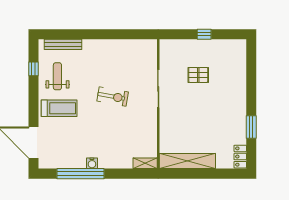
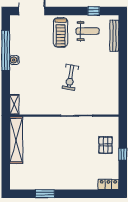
pallet: (198, 75) -> (105, 145), moved
locker: (240, 157) -> (108, 184), moved

